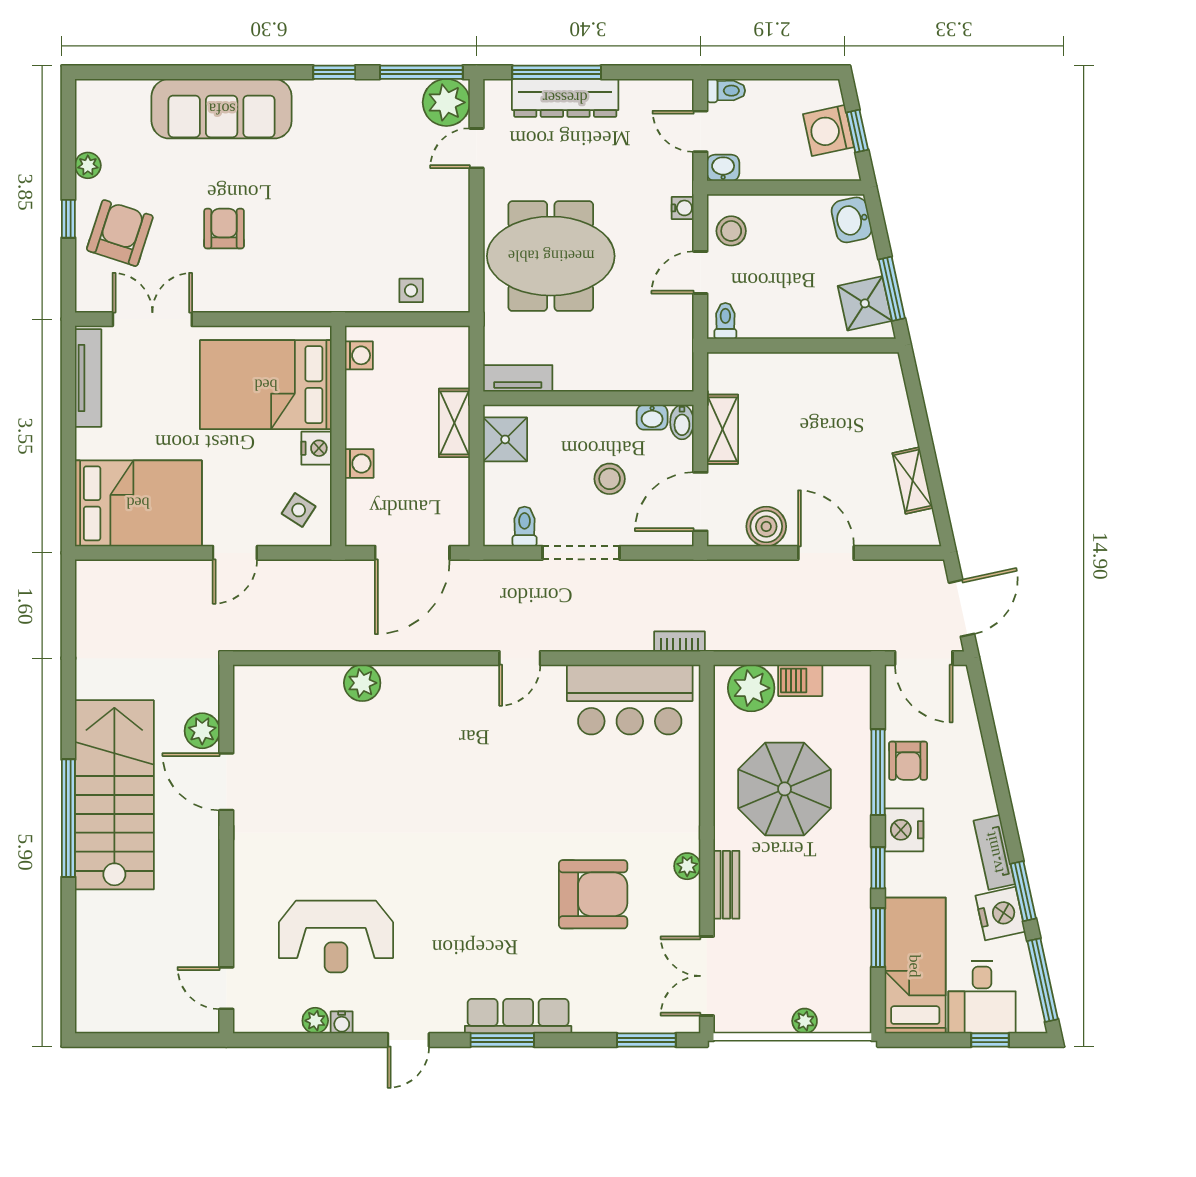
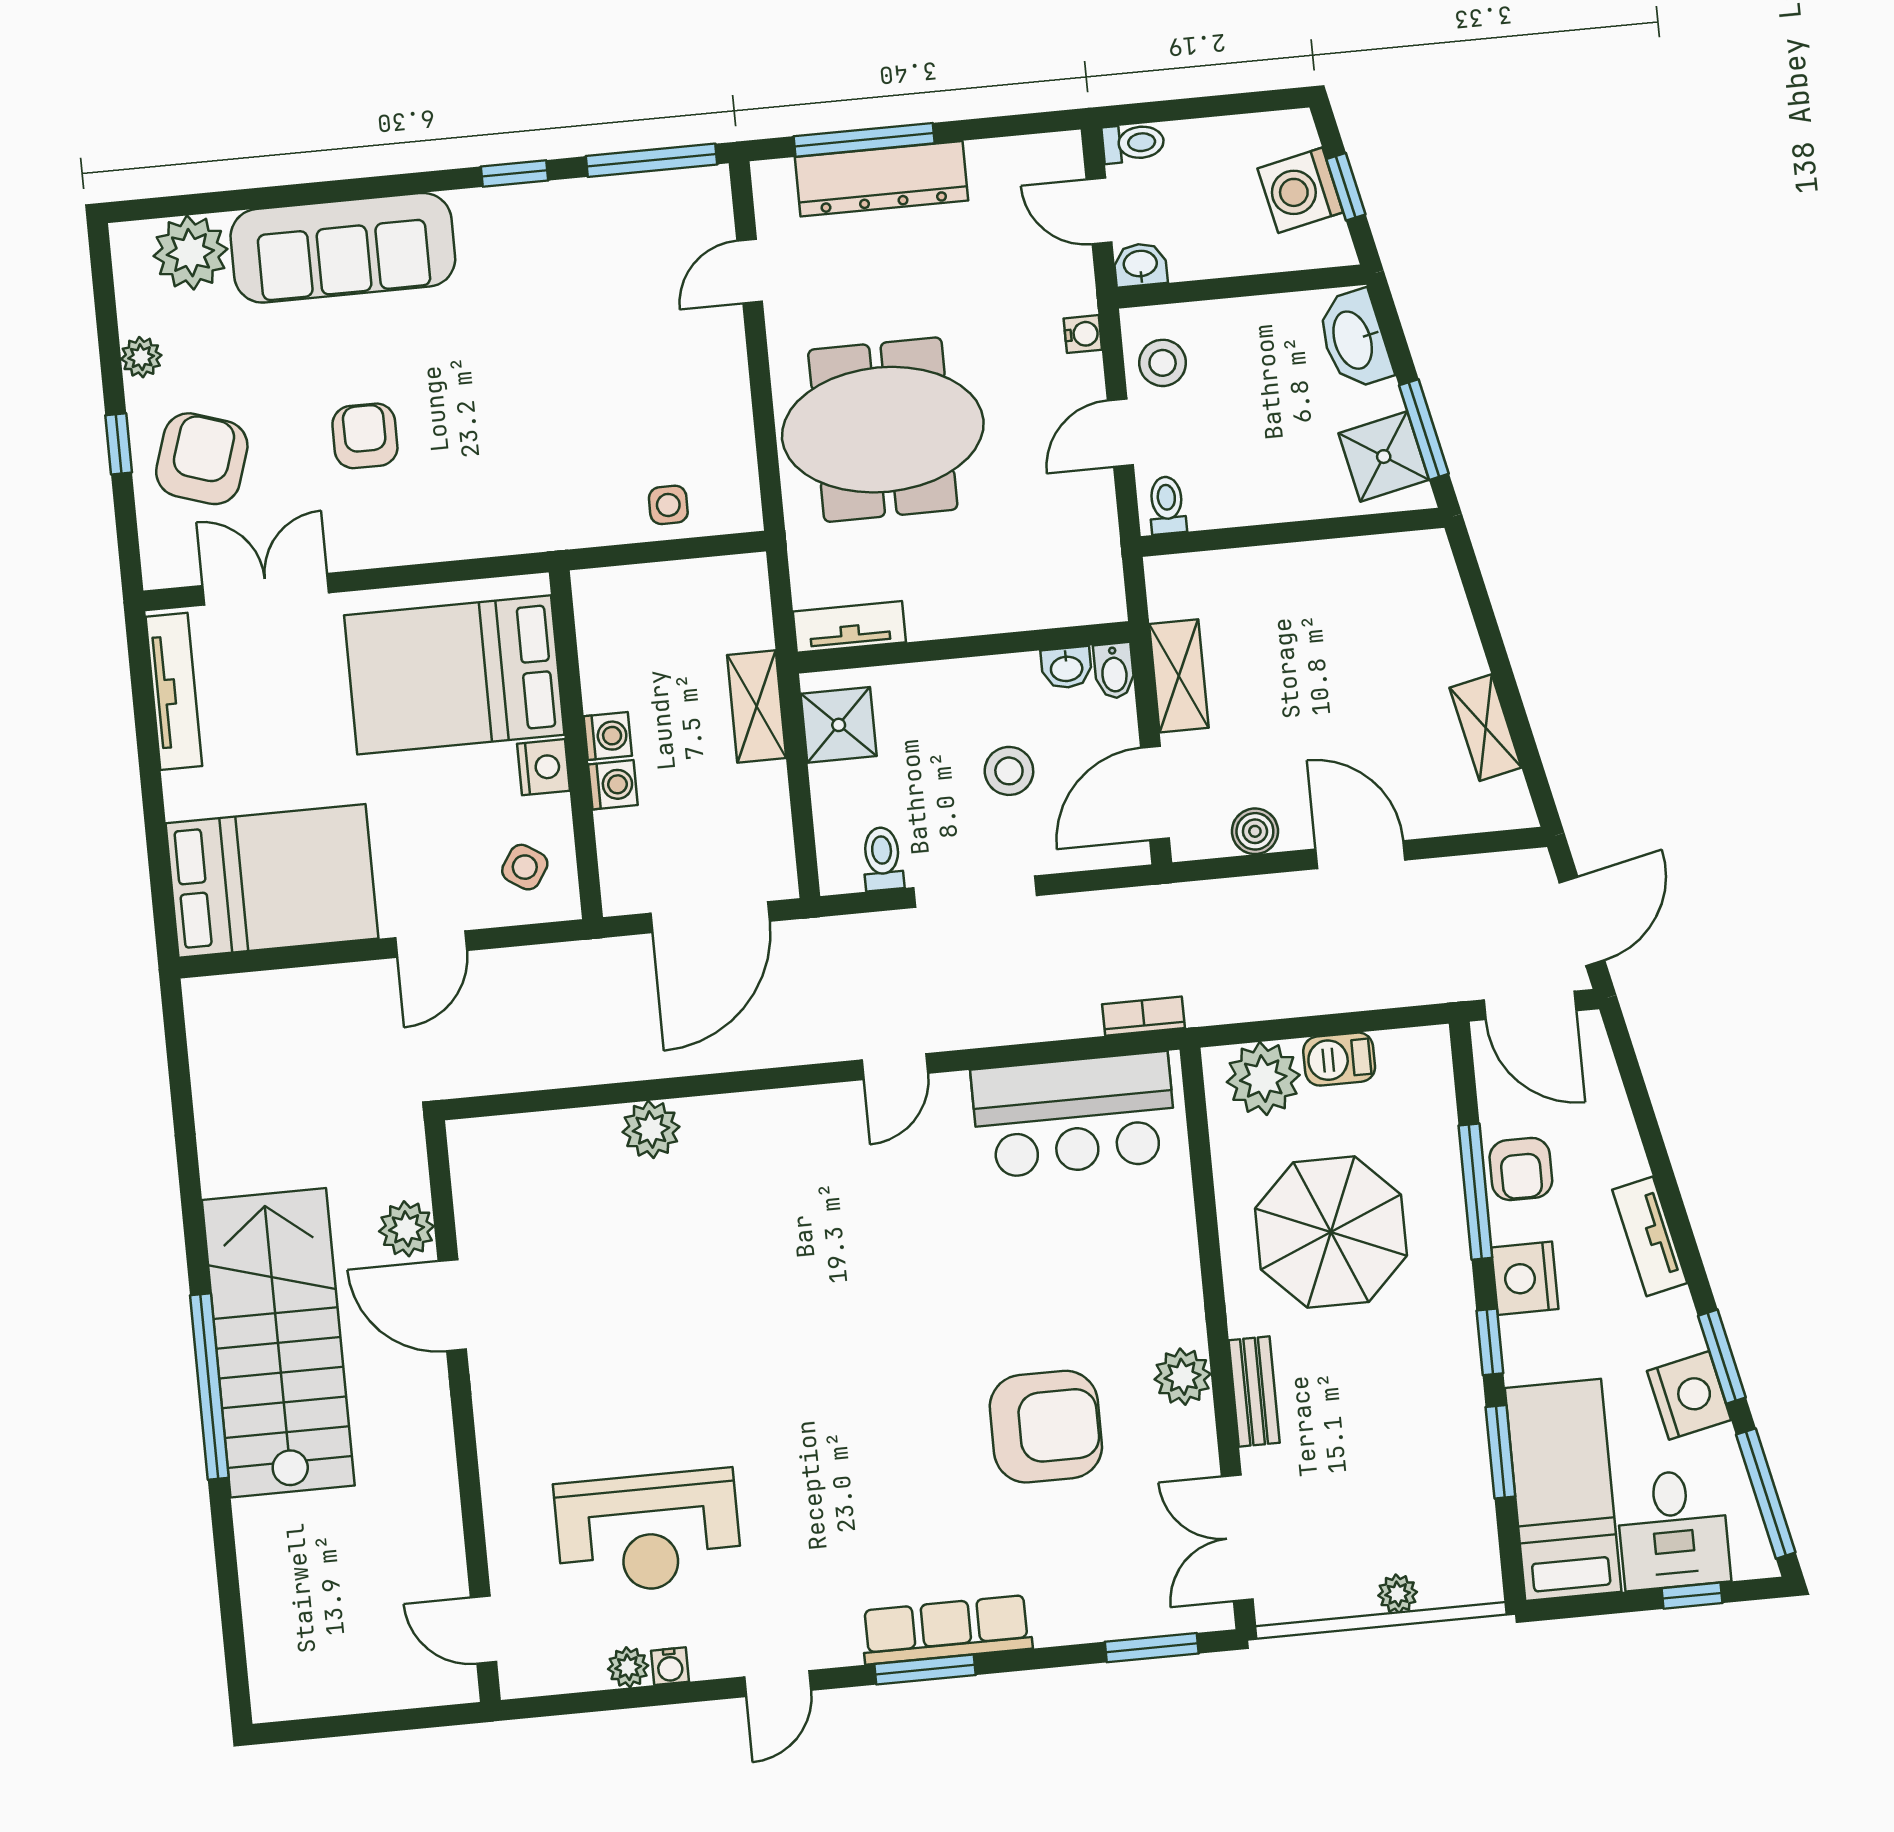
plant: (446, 102) -> (190, 253), moved
washbasin: (852, 220) -> (1354, 340), width x1.38
washing machine: (359, 355) -> (608, 736), moved
boiler: (766, 526) -> (1255, 831), width x0.73, depth x0.73
tv unit: (994, 852) -> (1650, 1236), moved
plant: (687, 866) -> (1183, 1377), width x1.38, depth x1.38

